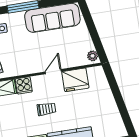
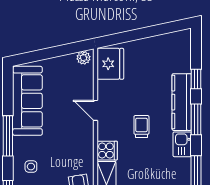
fridge: (75, 80) -> (110, 64), moved

